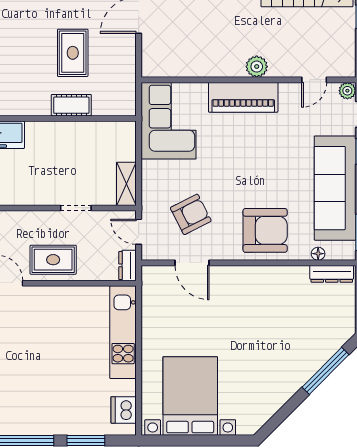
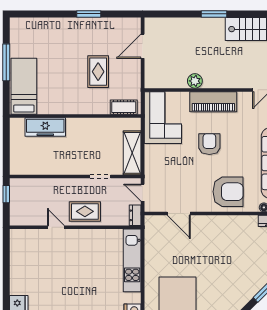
plant: (257, 67) -> (195, 81), moved
cot: (71, 105) -> (124, 107), moved
shelving: (126, 184) -> (132, 153), width x1.50, depth x1.33
armchair: (191, 214) -> (209, 144), moved, turned -63

